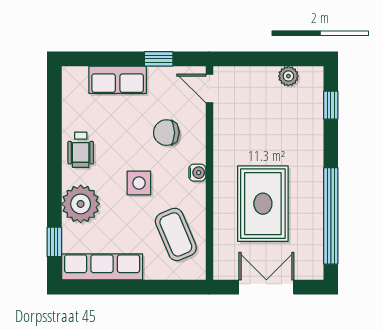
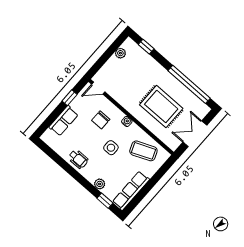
plant: (81, 204) -> (100, 184), width x0.53, depth x0.53

